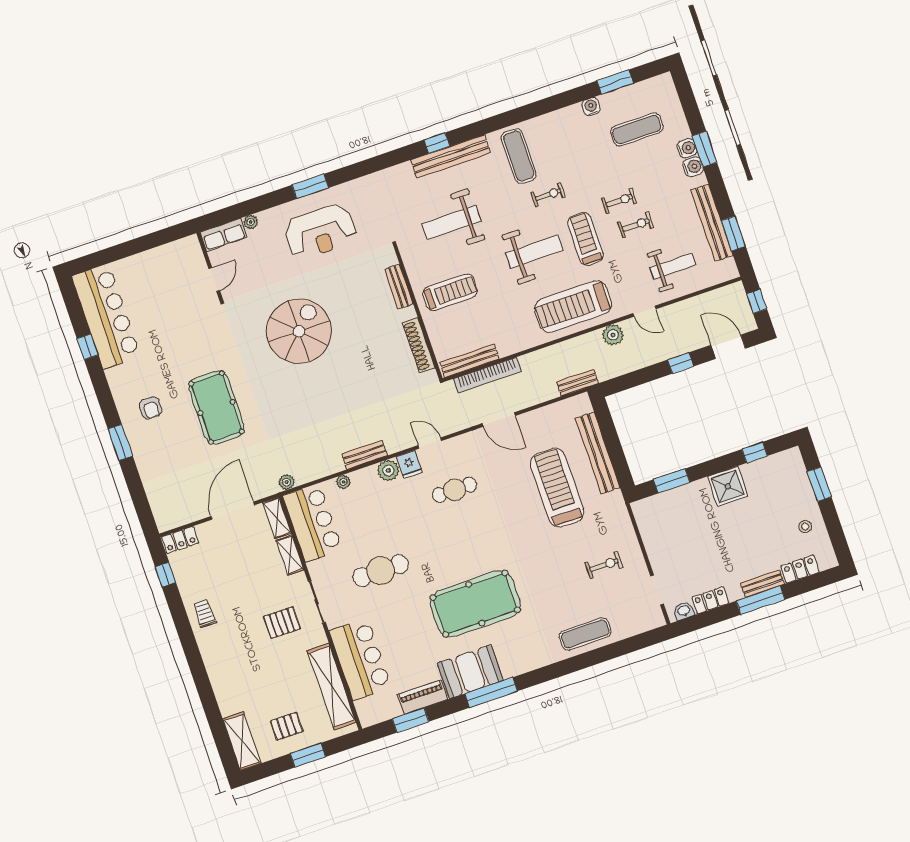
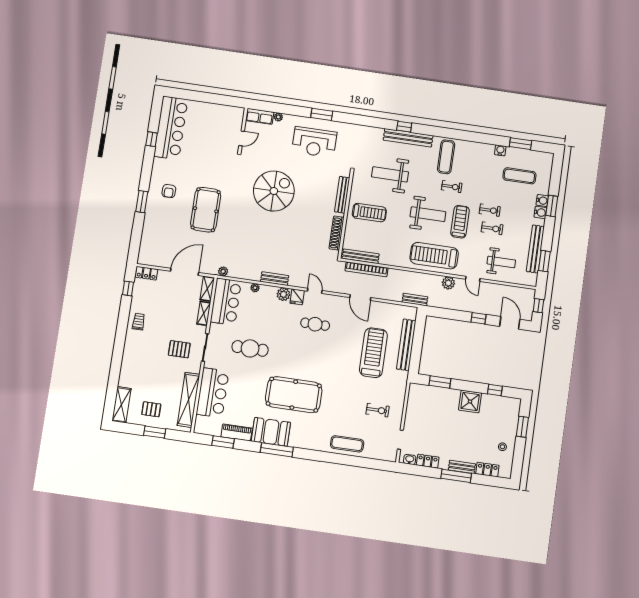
bench: (399, 287) -> (342, 195), width x1.36

